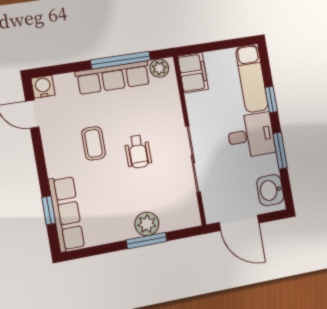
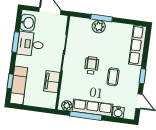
filing cabinet: (193, 73) -> (52, 82), moved
water cooler: (43, 87) -> (118, 112), moved
window: (271, 99) -> (10, 81), moved
desk: (251, 135) -> (30, 44), moved
window: (49, 210) -> (142, 76), moved

